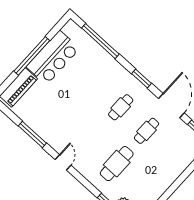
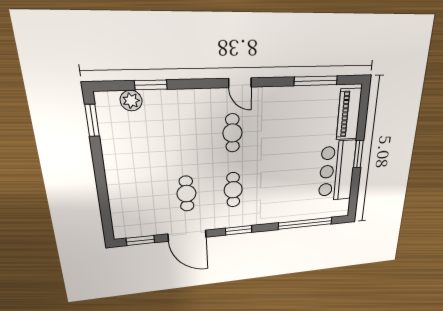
window: (32, 56) -> (358, 154), width x0.47
window: (32, 134) -> (316, 81), moved
cafe table: (117, 164) -> (232, 133), moved, width x0.73, depth x0.74

